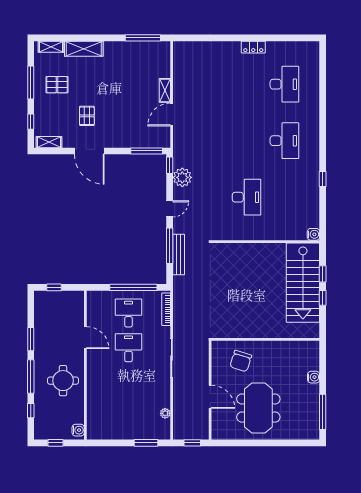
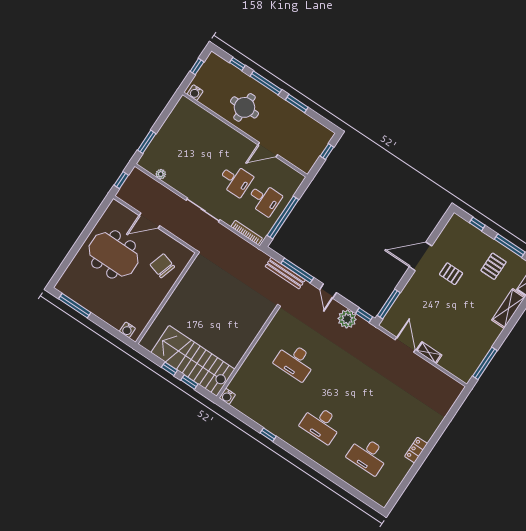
shelving: (49, 142) -> (450, 228), removed
water cooler: (314, 377) -> (127, 330), moved

